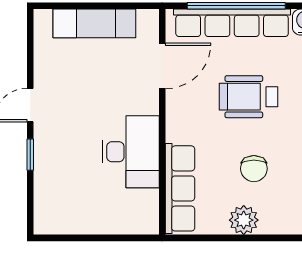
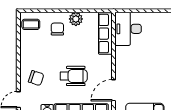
desk: (131, 152) -> (128, 29), moved
chair: (254, 169) -> (57, 29), moved

